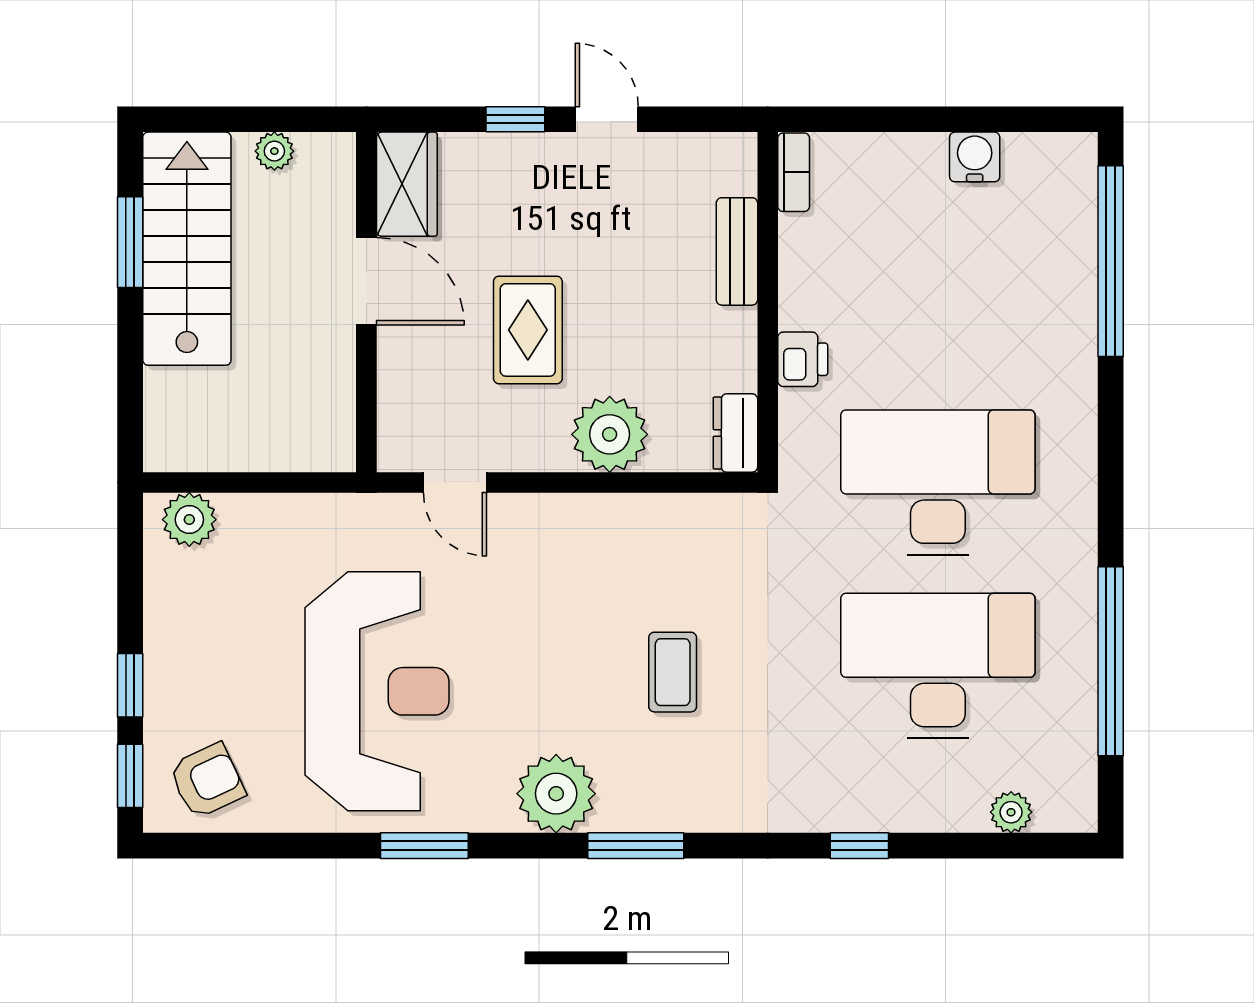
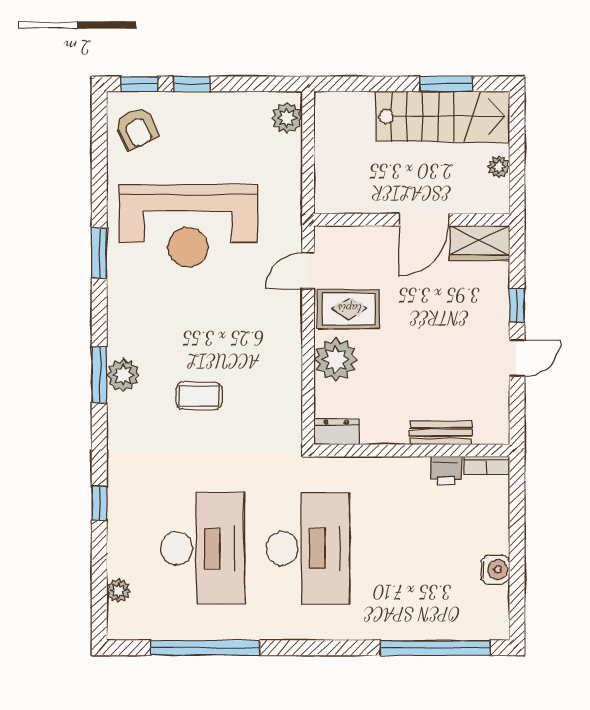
rug: (528, 330) -> (349, 309), moved
printer: (803, 359) -> (446, 471), moved
plant: (556, 794) -> (123, 375), moved, width x0.73, depth x0.73

